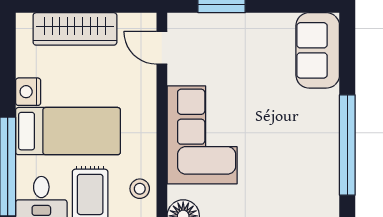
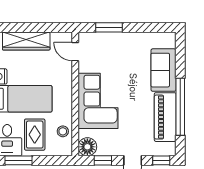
sofa: (318, 50) -> (163, 70), moved
piano: (321, 163) -> (165, 117), added

